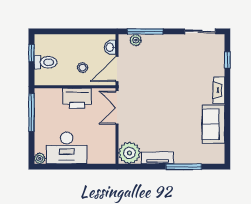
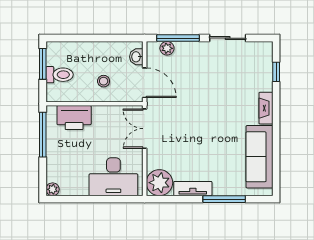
sliding door: (200, 31) -> (228, 38), moved
window: (32, 53) -> (43, 64), width x1.50
door: (117, 69) -> (145, 83), swing flipped
printer: (77, 98) -> (74, 118), moved
sofa: (214, 124) -> (259, 157), width x1.36
desk: (67, 148) -> (113, 177), moved

